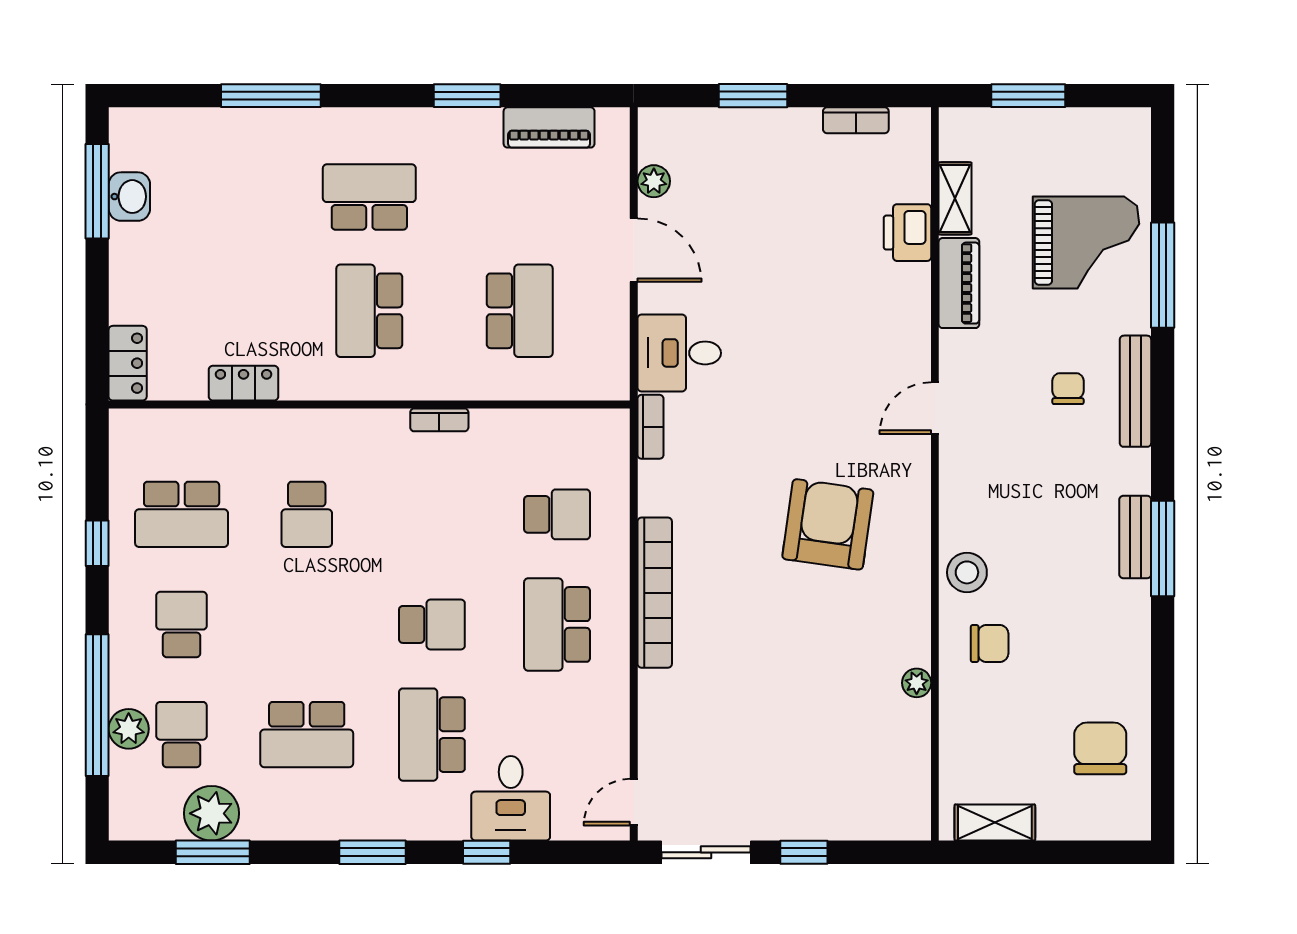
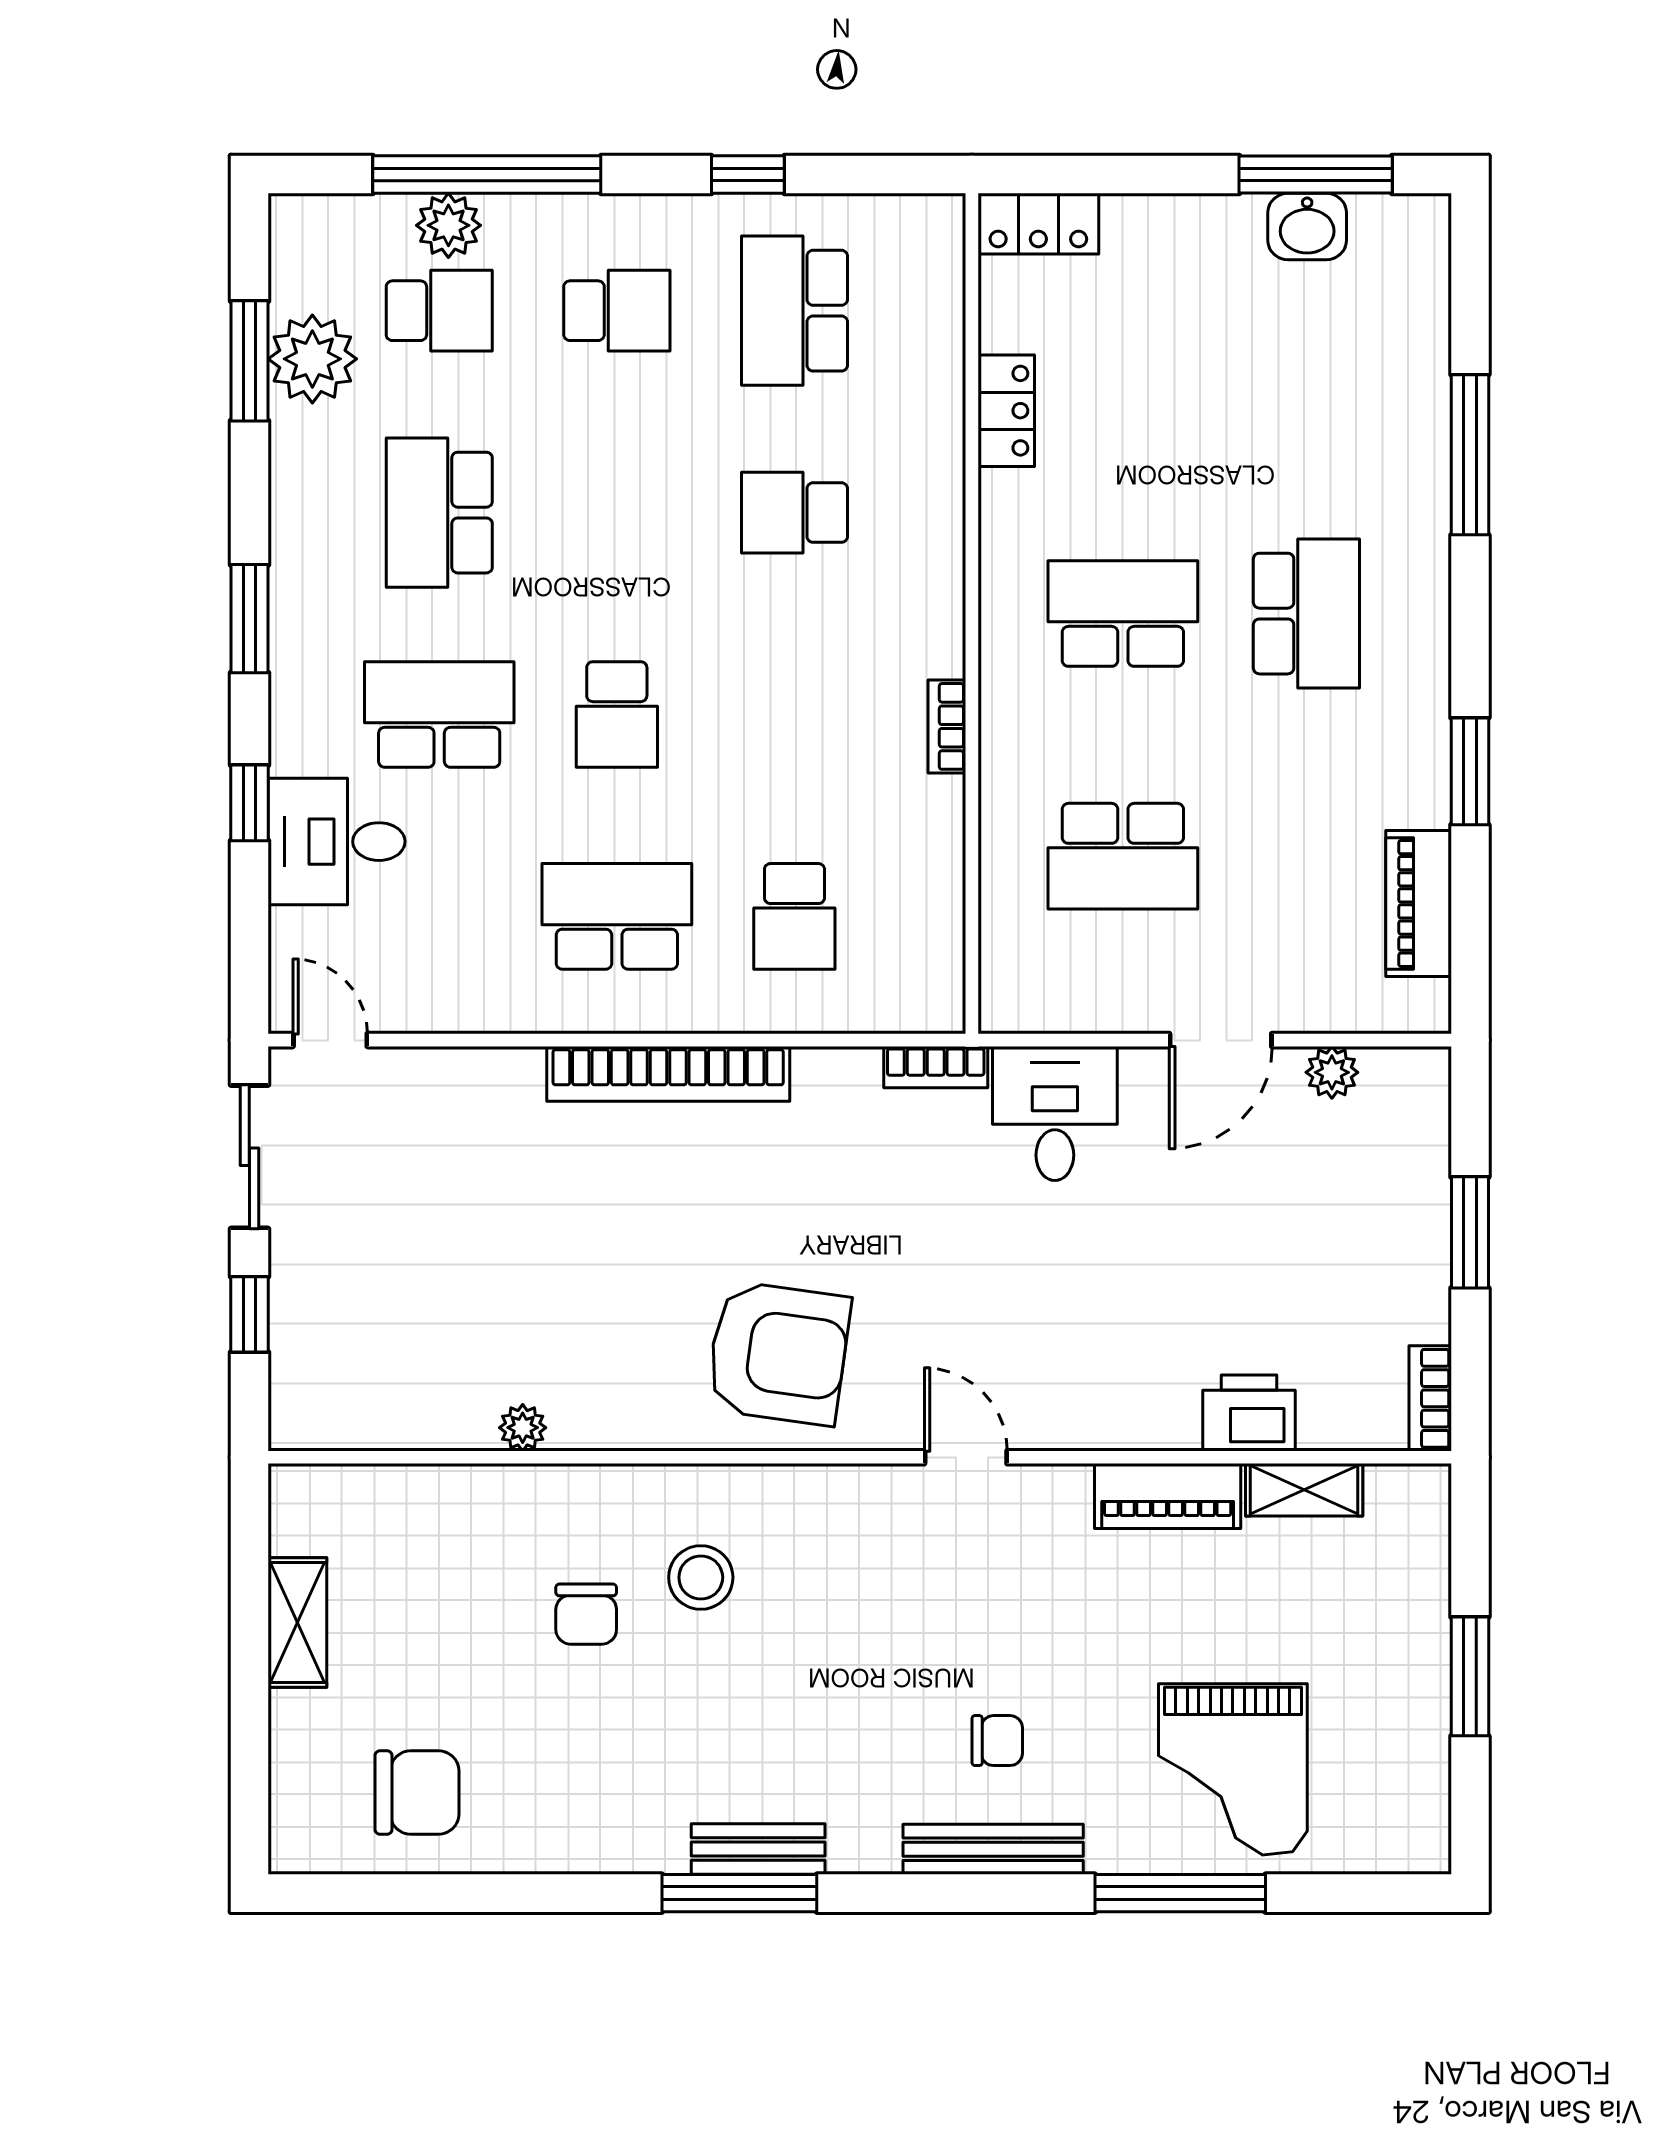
shelving: (955, 198) -> (1304, 1490), moved
printer: (907, 233) -> (1249, 1413), moved
piano: (959, 283) -> (1168, 1496), moved
door: (935, 408) -> (966, 1457), moved
wall: (935, 474) -> (860, 1457), moved
plant: (917, 683) -> (523, 1428), moved

